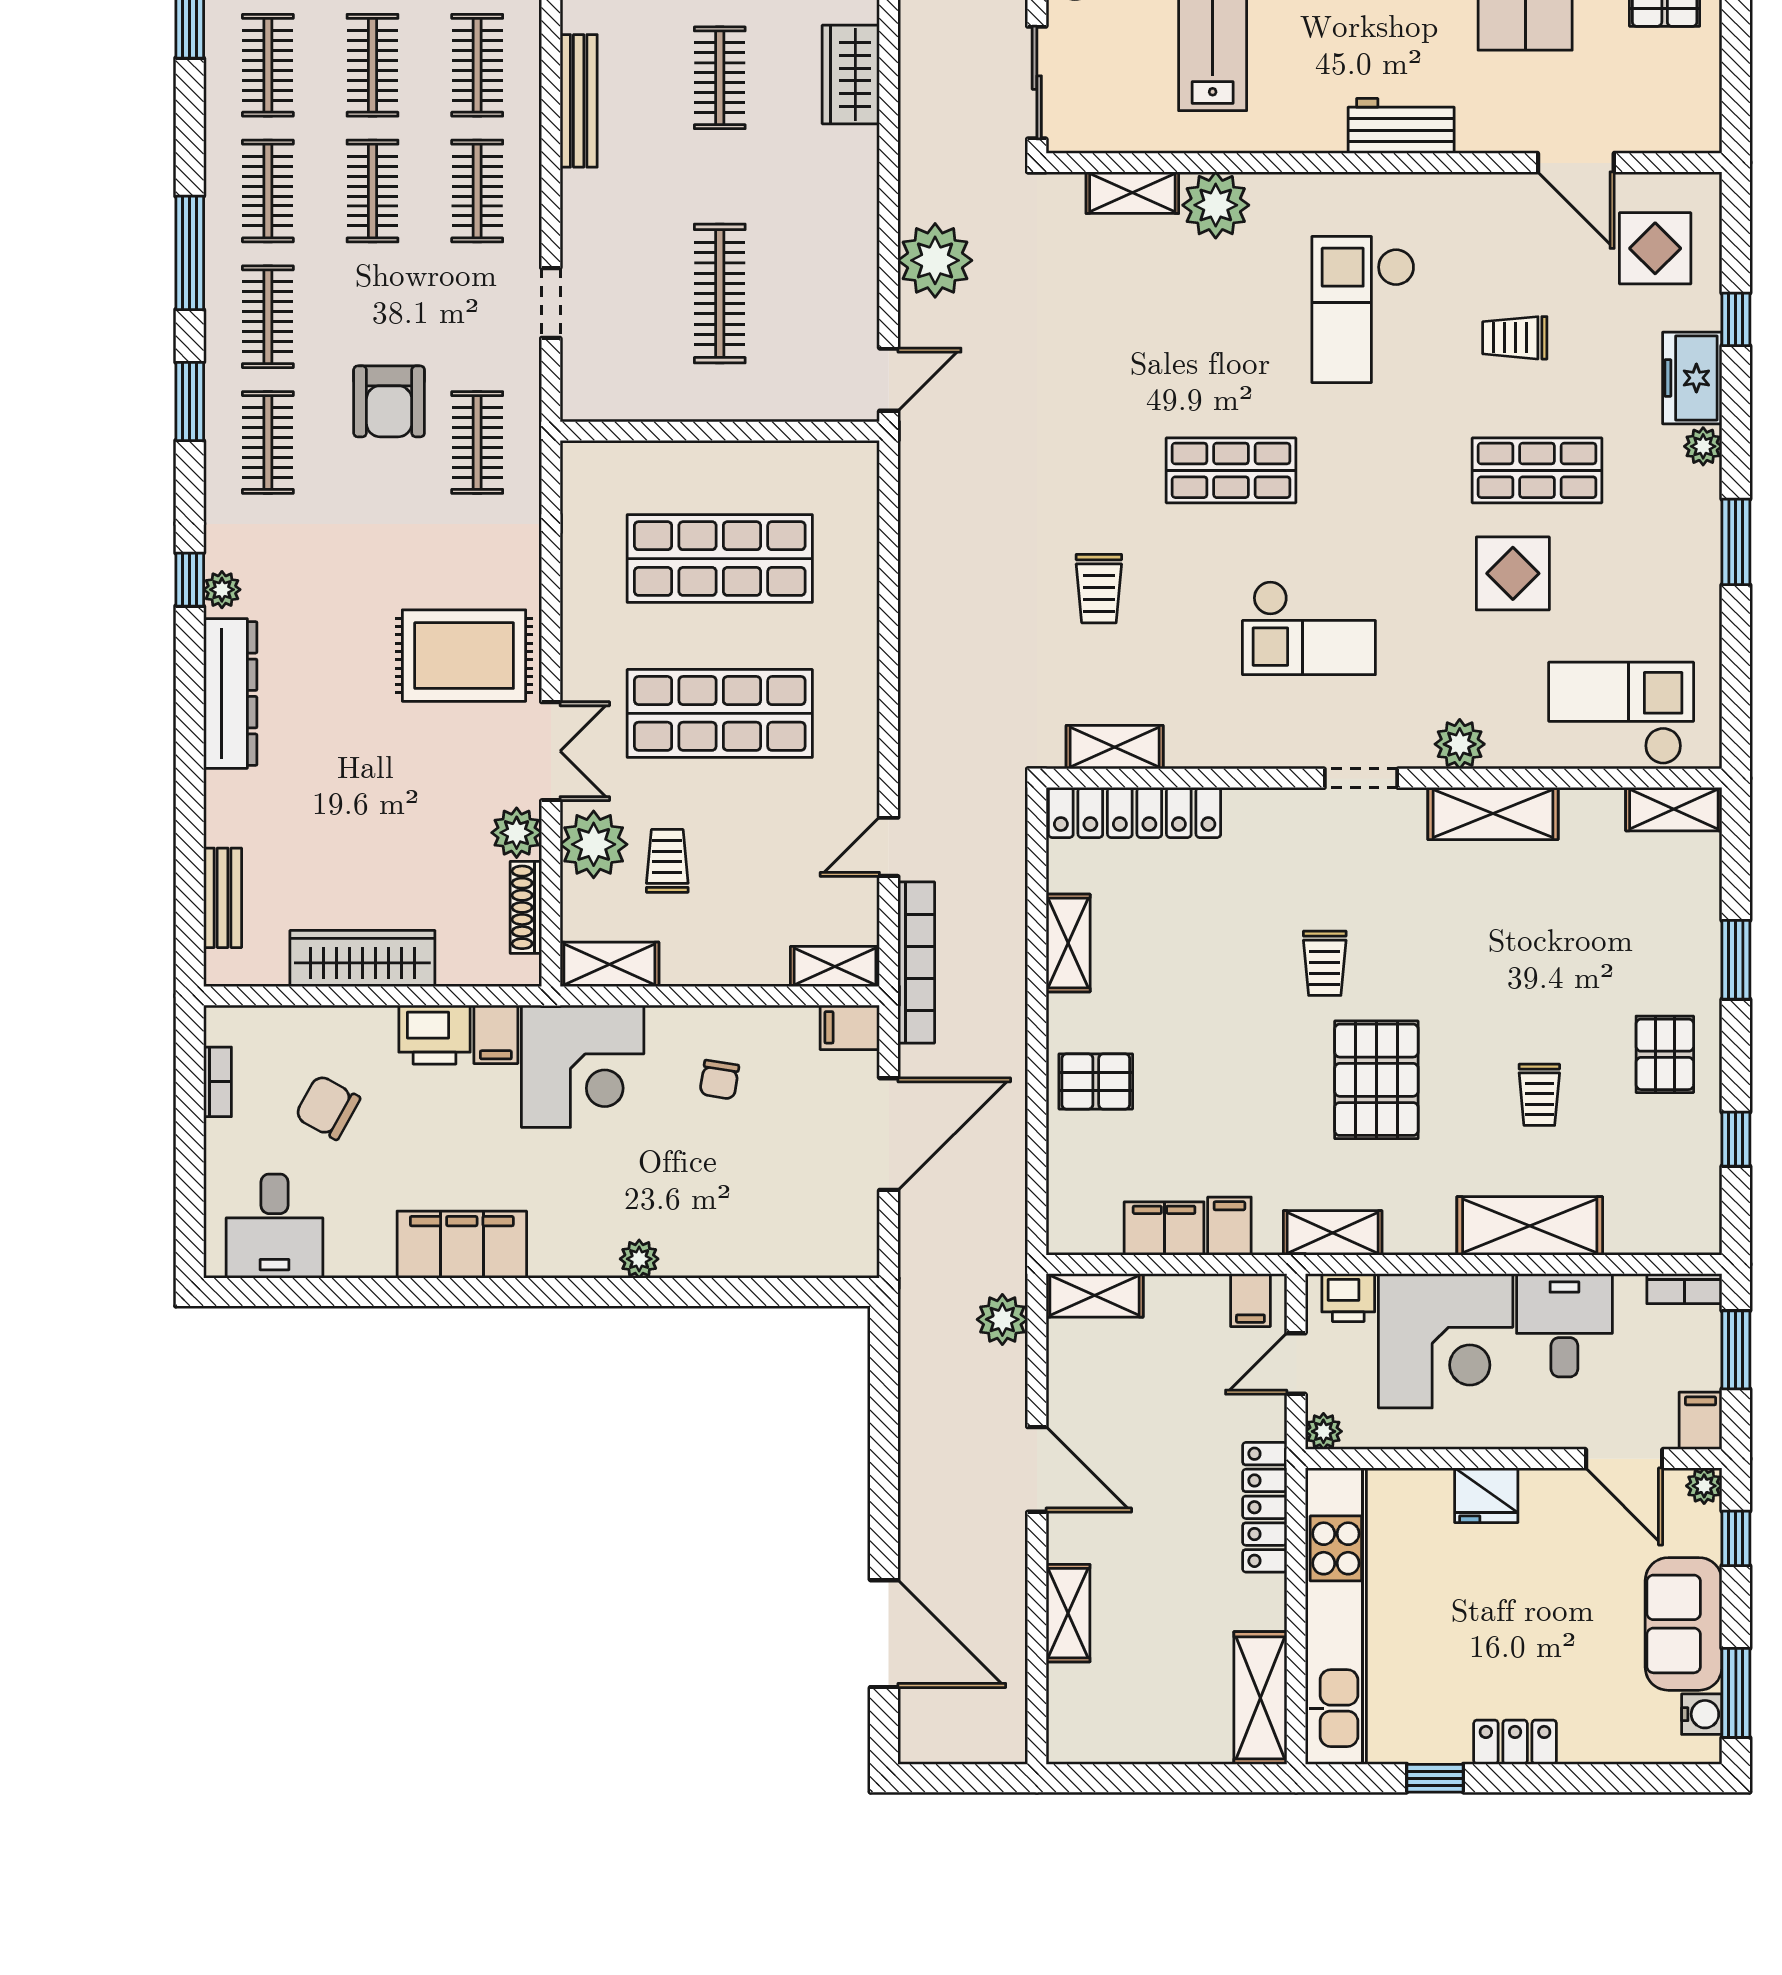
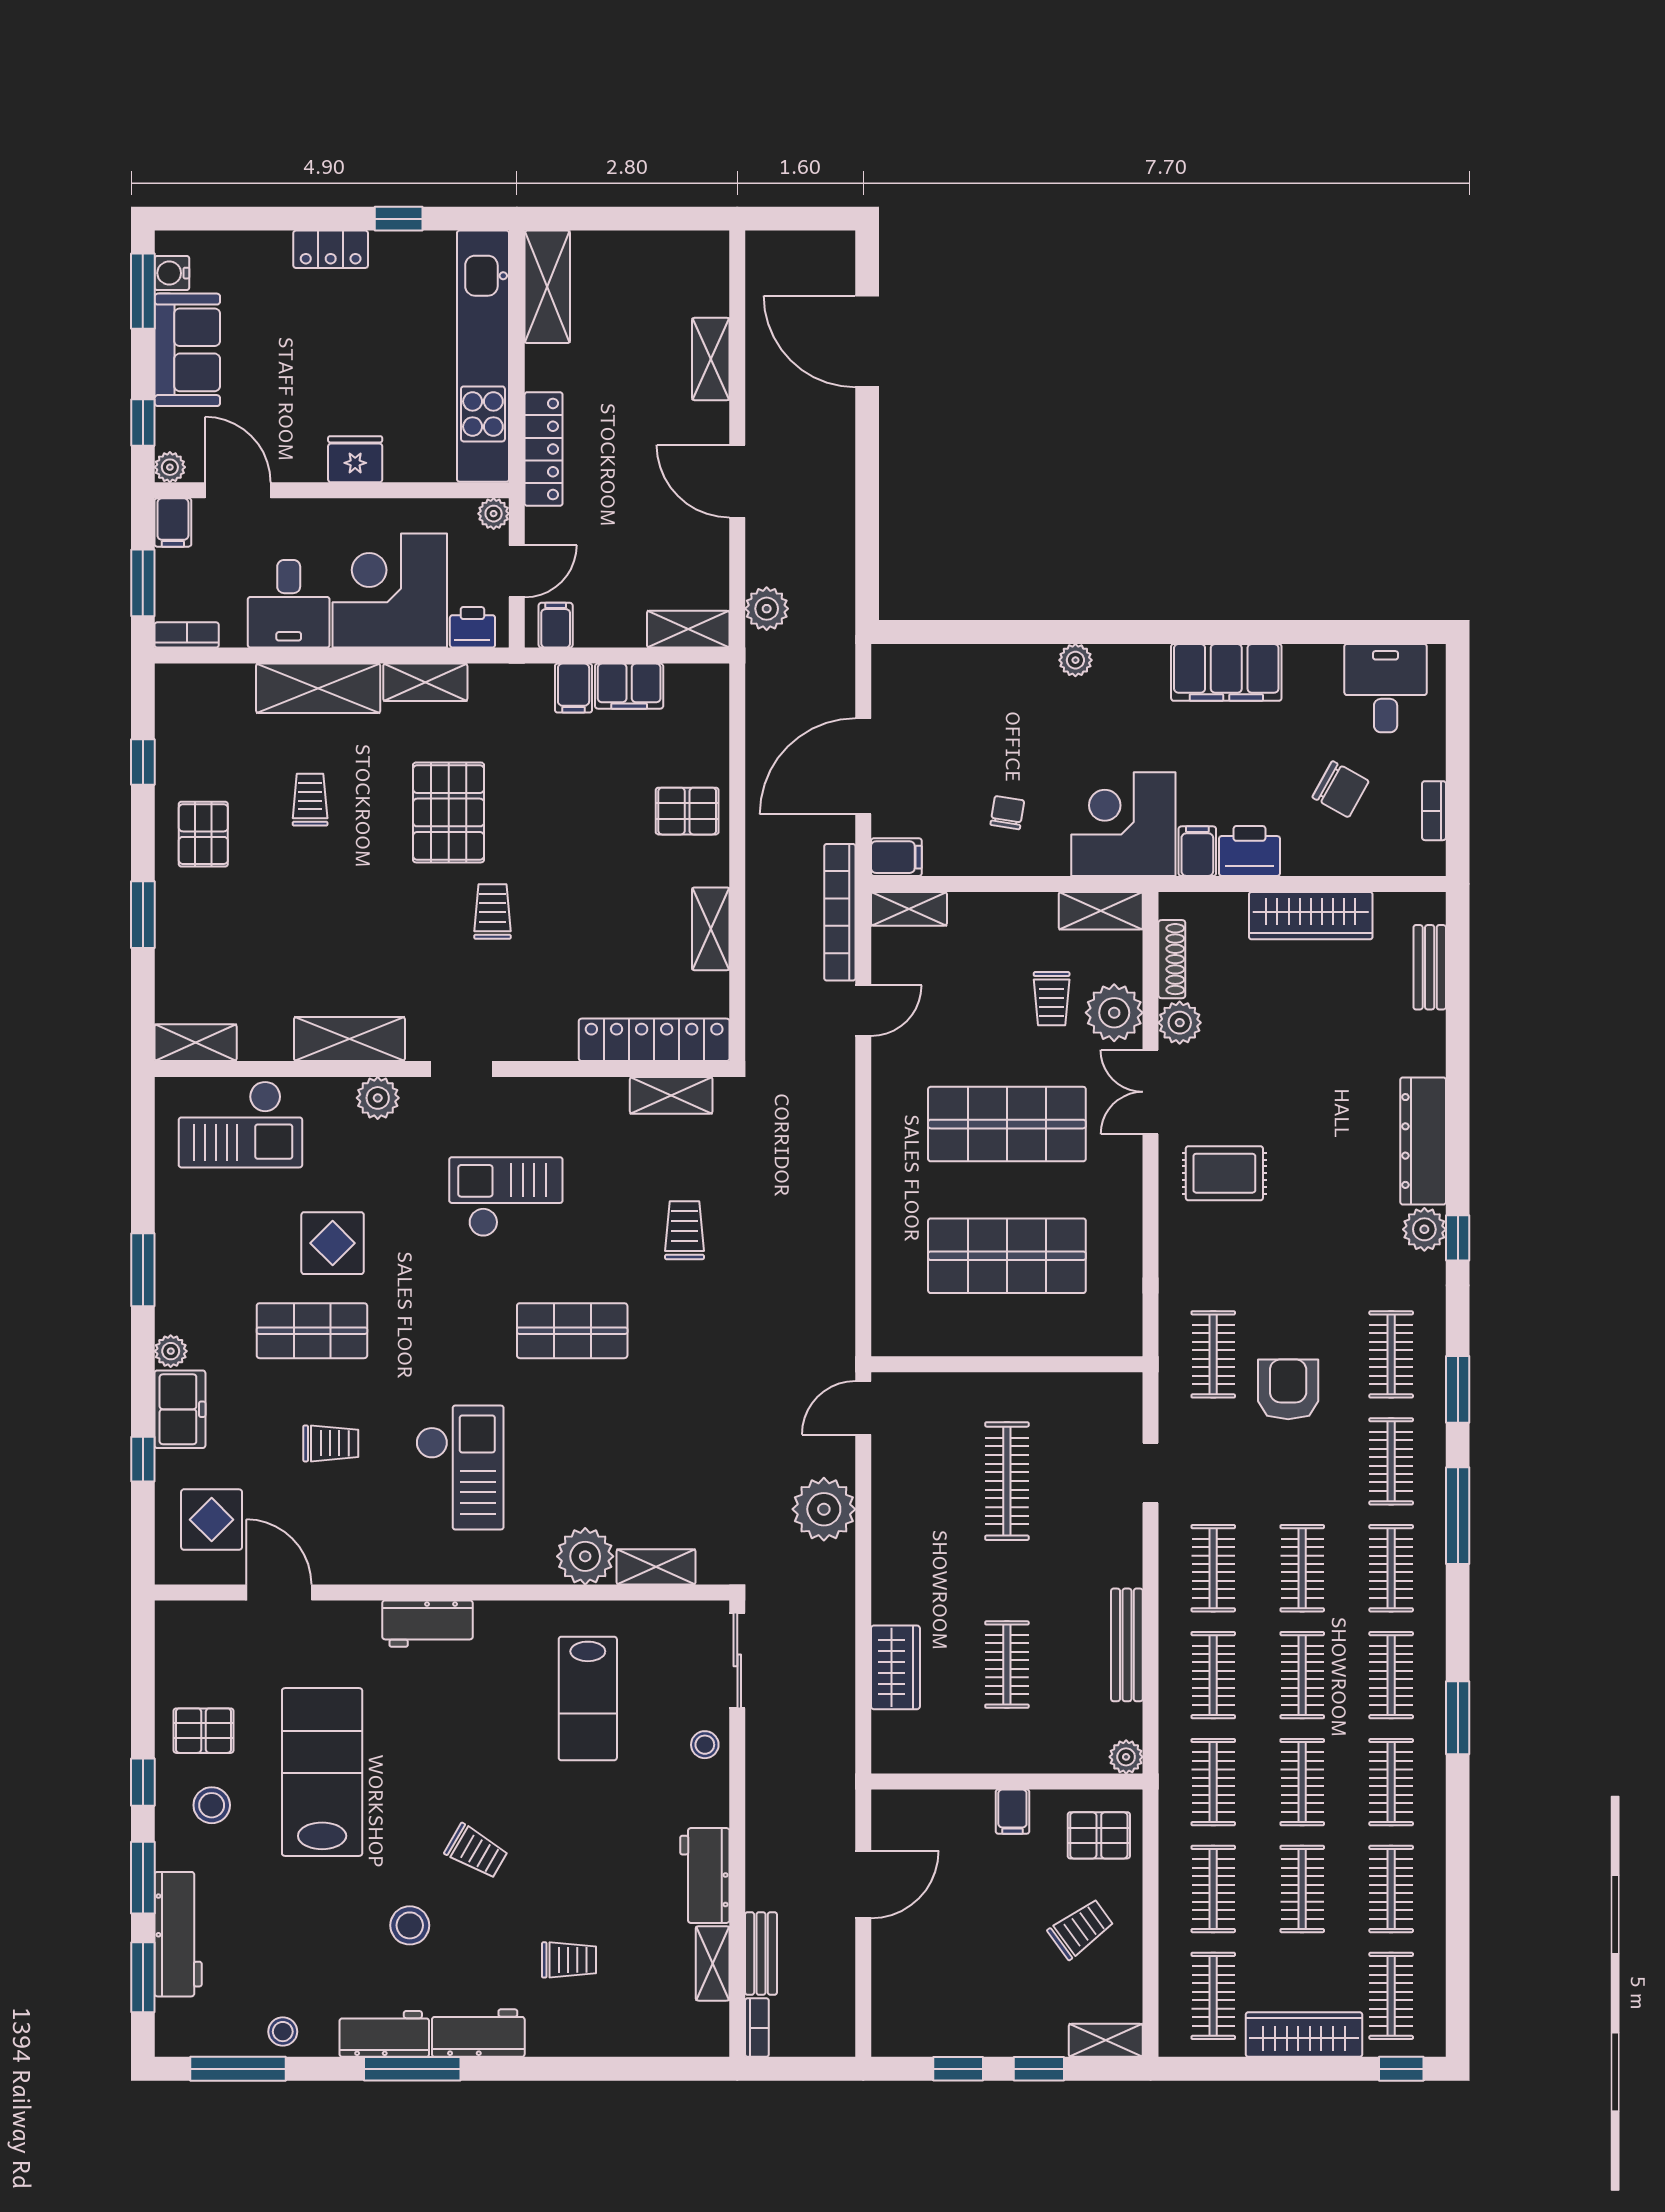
plant: (222, 590) -> (1424, 1229), width x1.38, depth x1.38
rug: (464, 656) -> (1224, 1173), width x0.73, depth x0.70
shelving: (1333, 1233) -> (425, 682), moved

